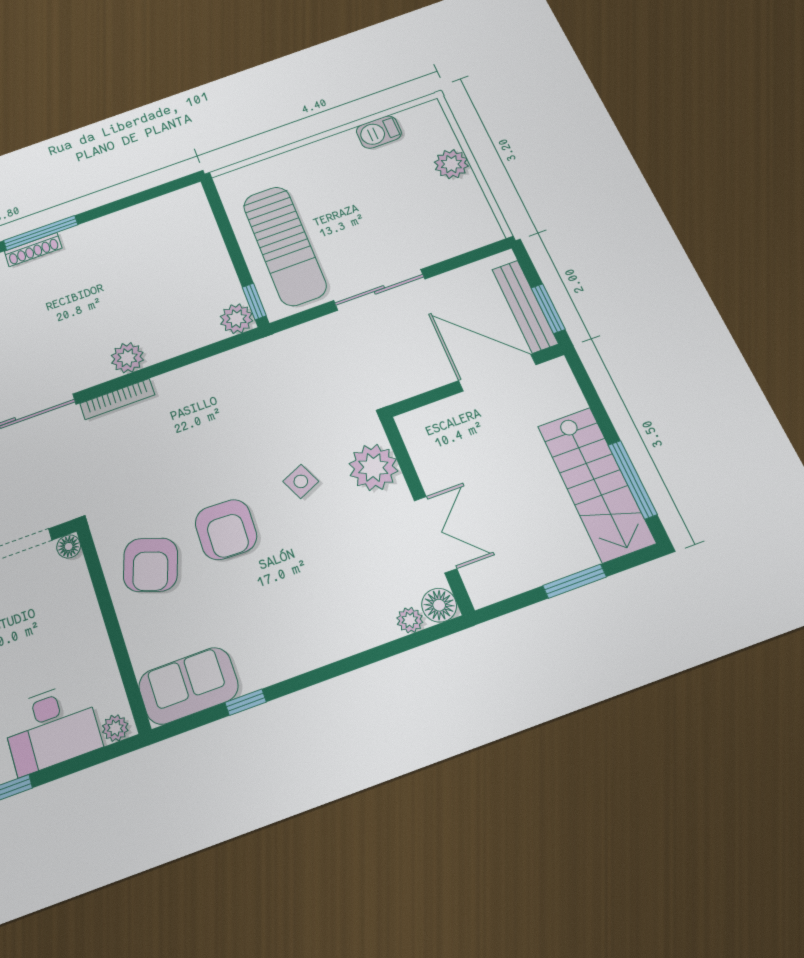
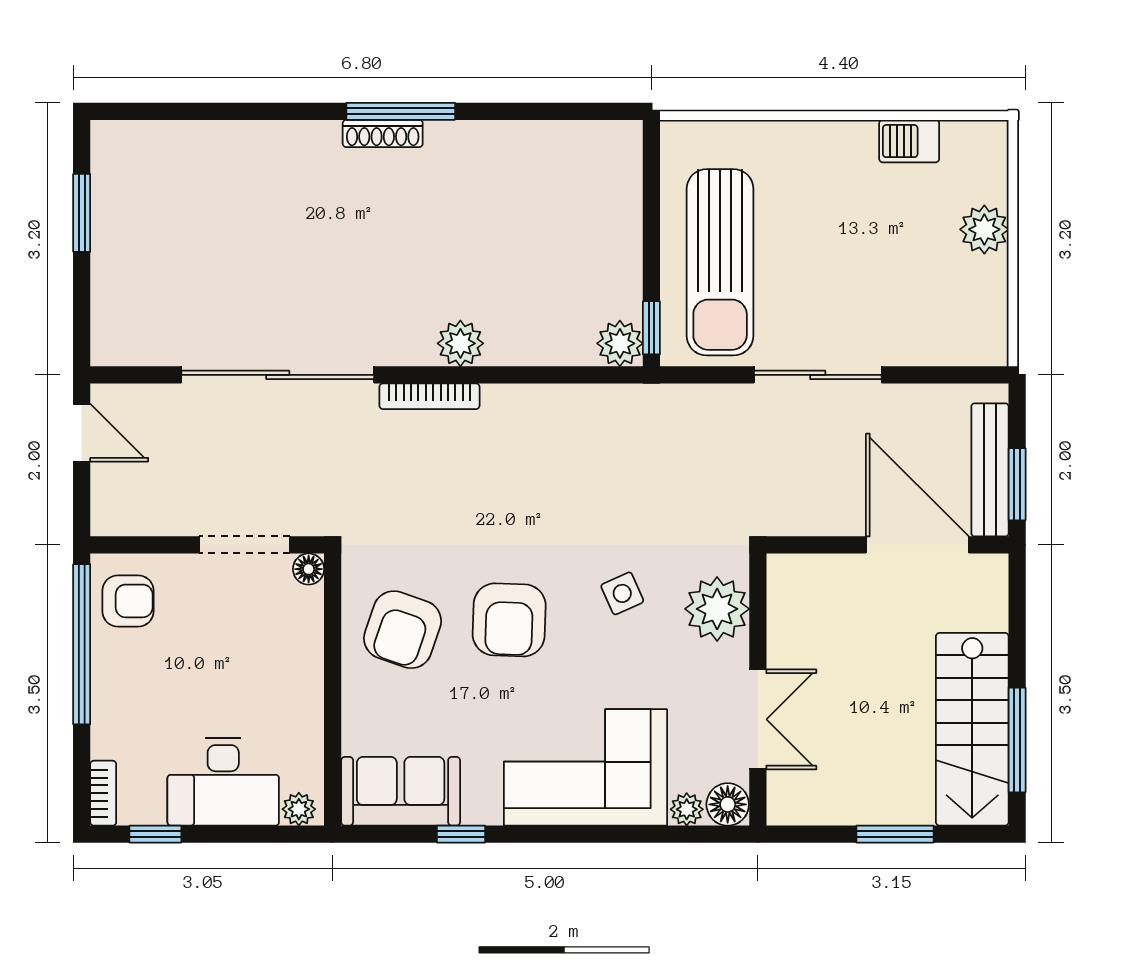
corner sofa: (321, 616) -> (585, 767), added

